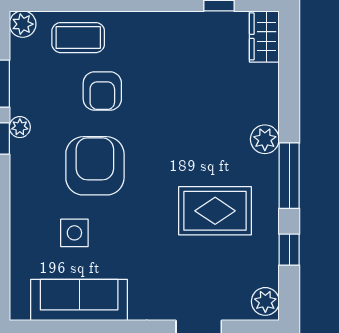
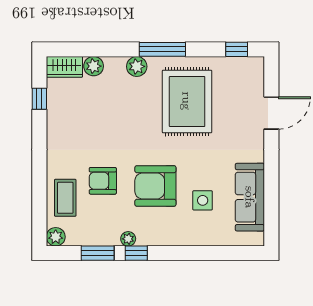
armchair: (102, 91) -> (103, 181), turned 180
rug: (215, 211) -> (187, 101), width x1.37, depth x1.44
window: (289, 250) -> (237, 49), moved
plant: (265, 301) -> (94, 66), moved

